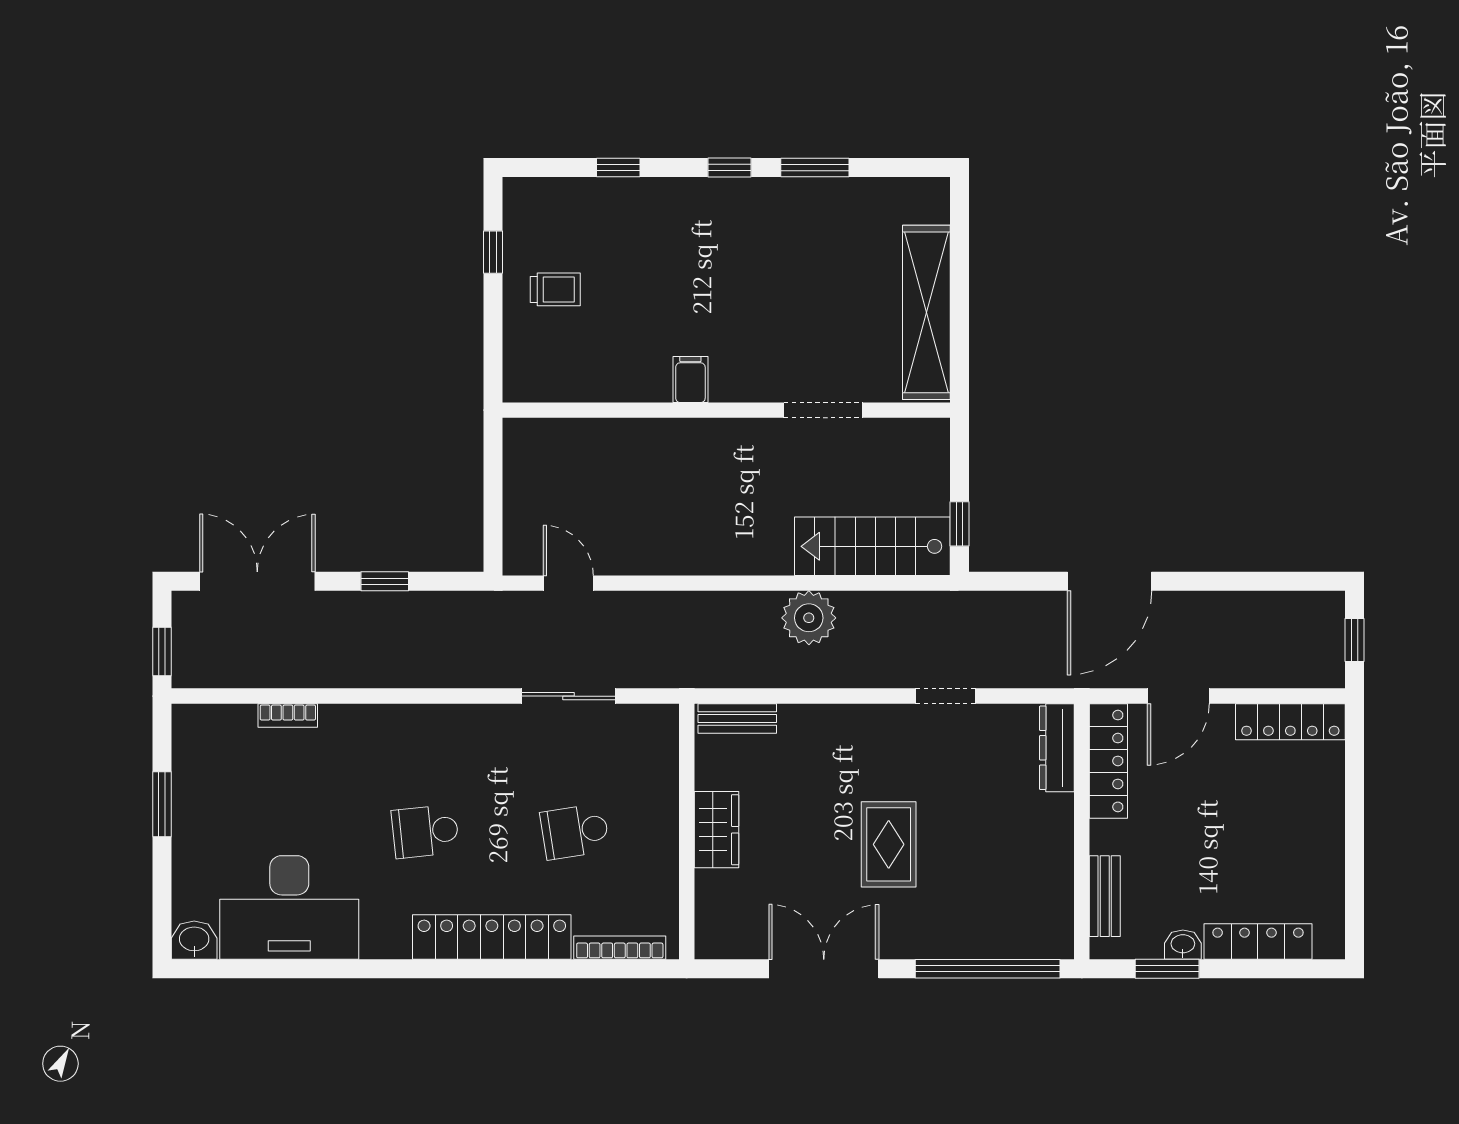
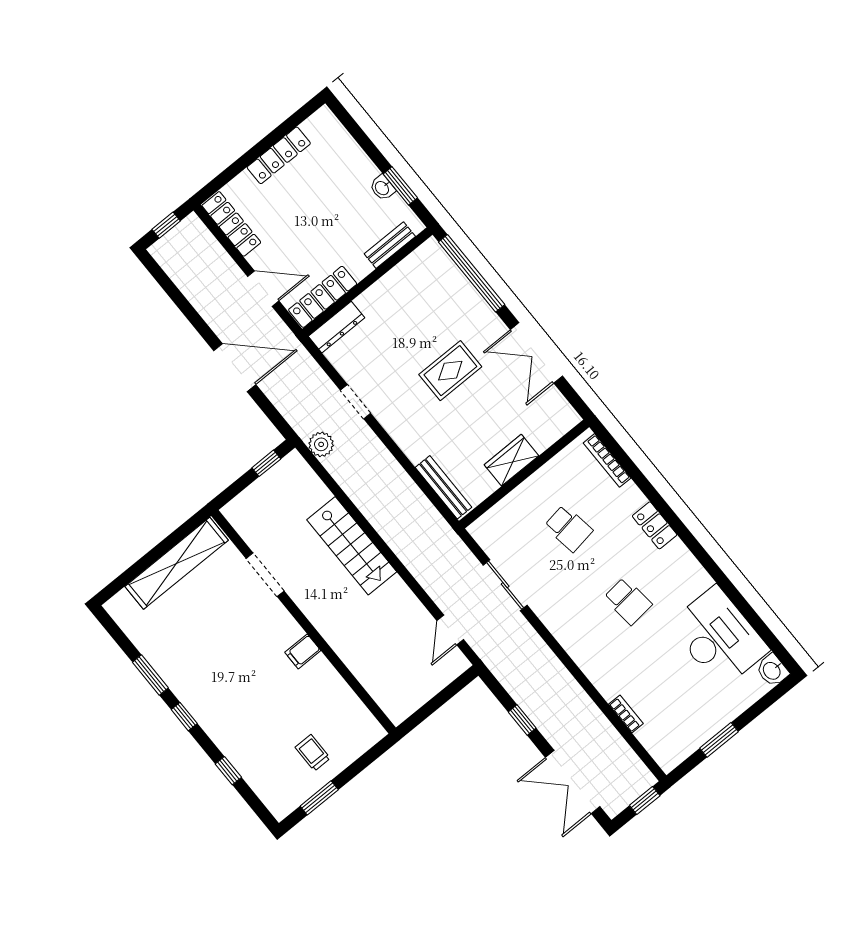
window: (493, 252) -> (319, 798), width x1.50
stairs: (872, 546) -> (352, 546), moved
plant: (809, 618) -> (321, 444), moved, width x0.73, depth x0.73
bench: (737, 718) -> (443, 487), width x1.36
locker: (492, 937) -> (655, 525), width x0.46, depth x0.83
locker: (1258, 942) -> (279, 155), moved, turned -90

